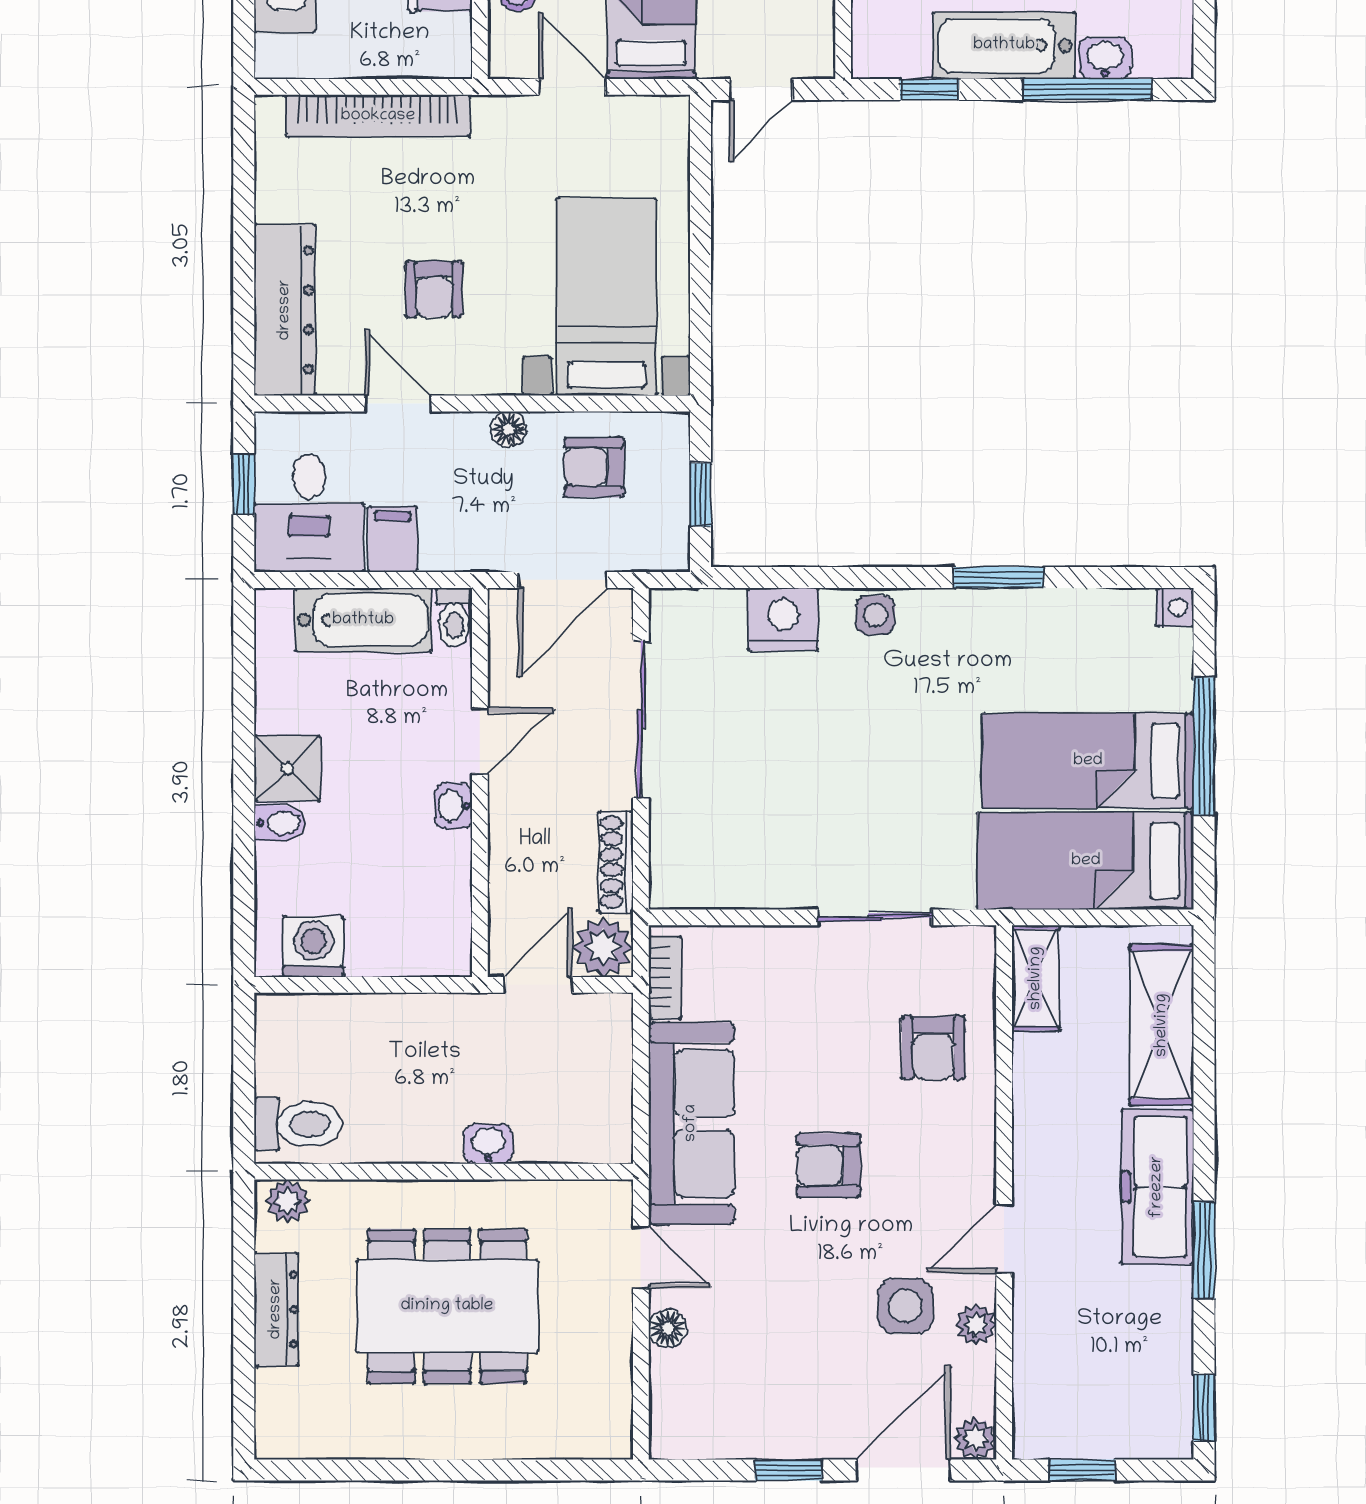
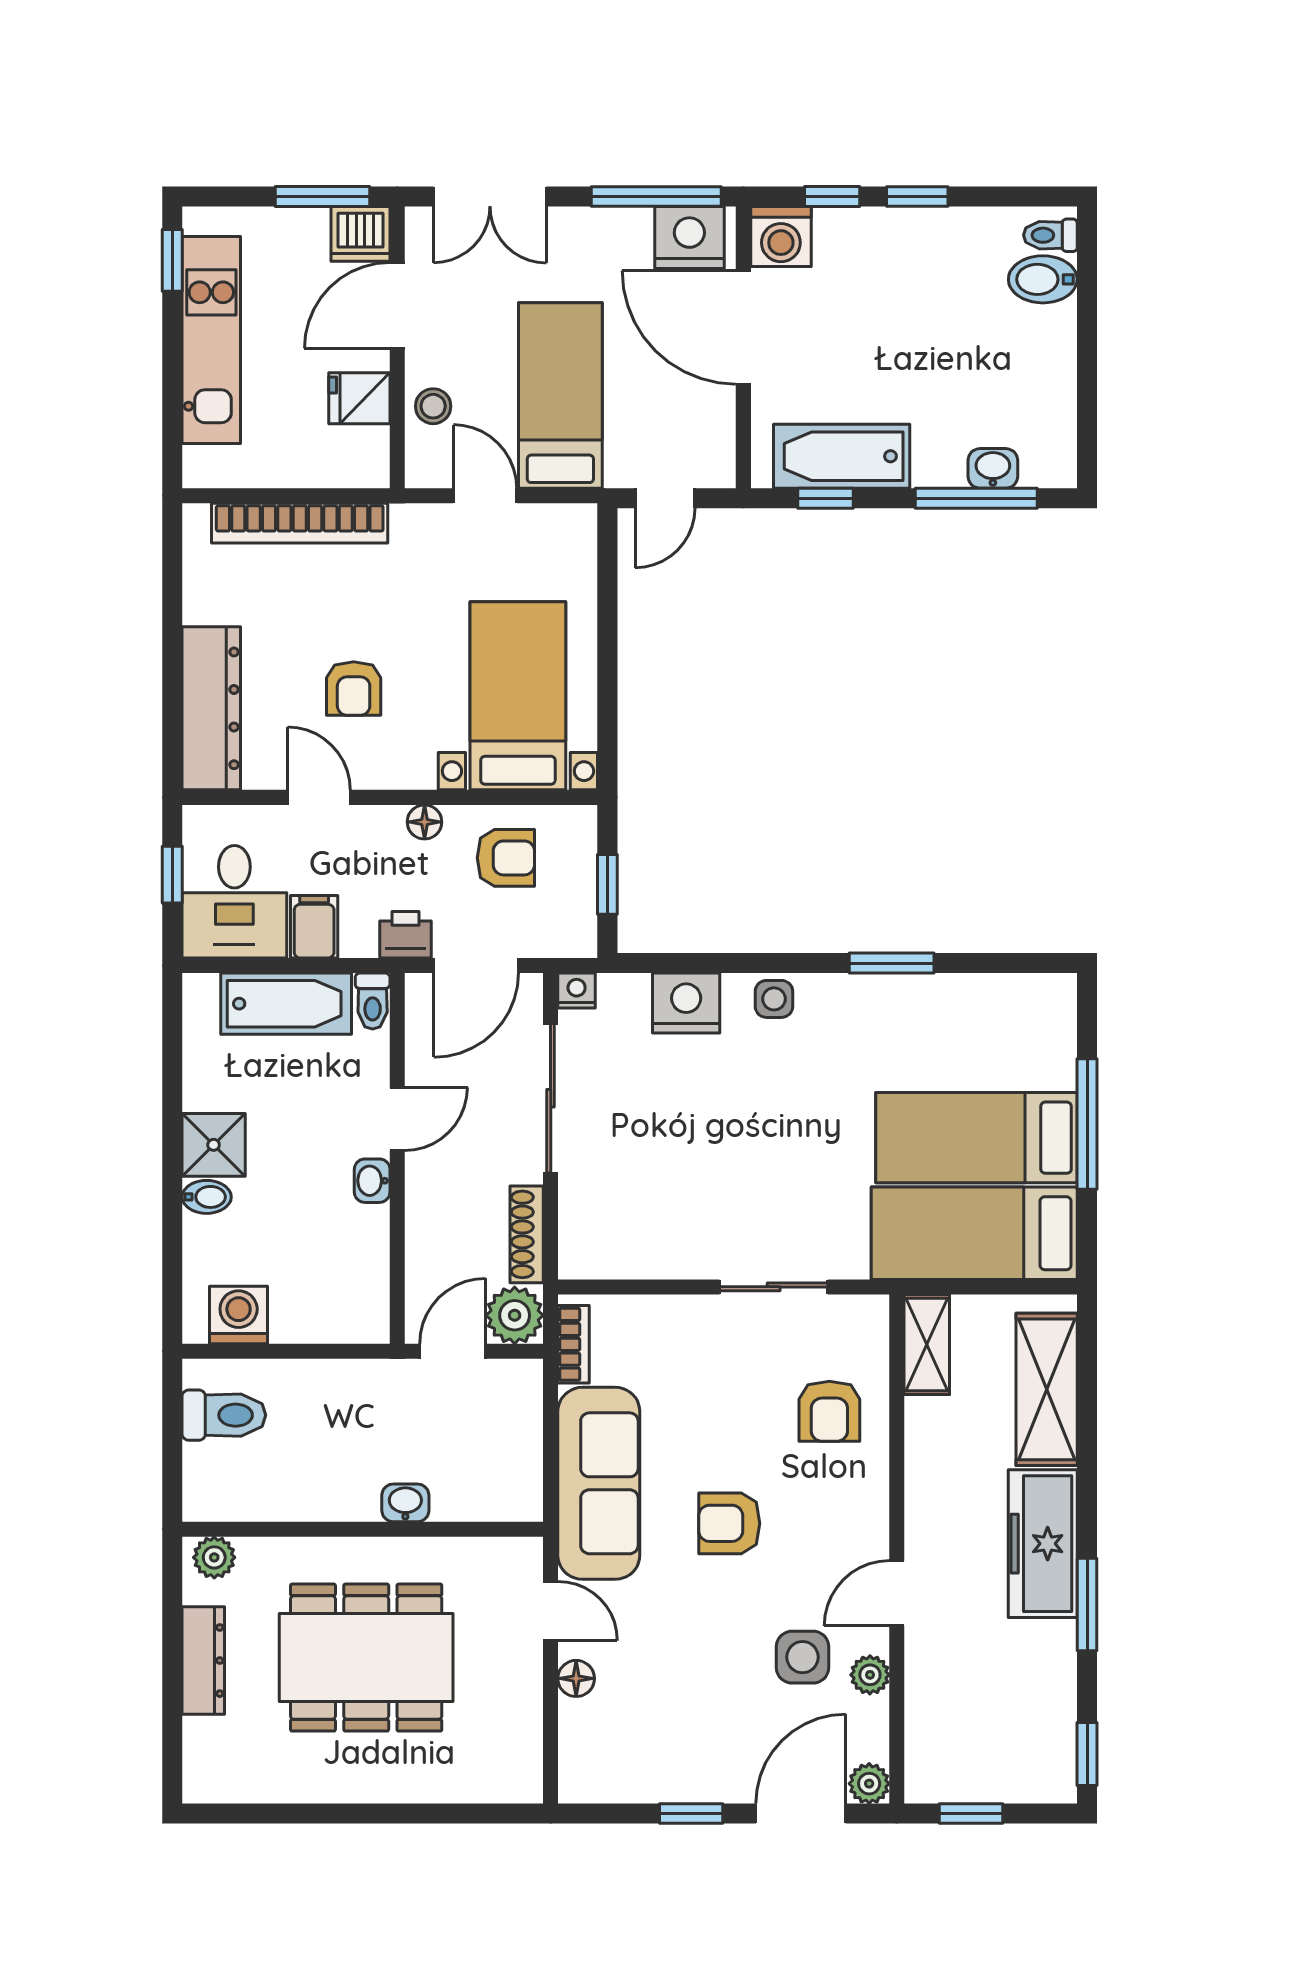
bathtub: (1004, 45) -> (842, 456), moved
armchair: (594, 467) -> (506, 858), turned 180
printer: (489, 548) -> (405, 935), added
nightstand: (1175, 607) -> (577, 990), moved, turned -90
toilet: (298, 1124) -> (224, 1415), moved

